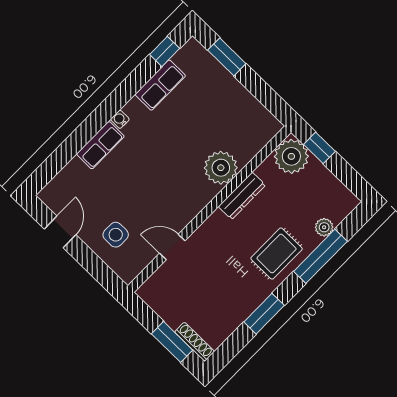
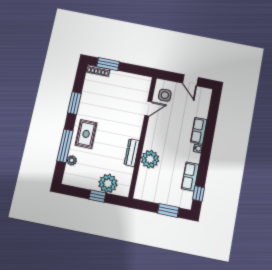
plant: (221, 168) -> (150, 159), moved
dresser: (242, 196) -> (132, 153), moved
wall: (209, 209) -> (143, 137), moved
door: (172, 247) -> (148, 109), moved

